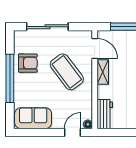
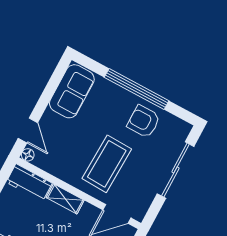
armchair: (28, 63) -> (144, 121), turned 90
coffee table: (67, 72) -> (107, 164), turned -51
shelving: (103, 72) -> (65, 199), moved

